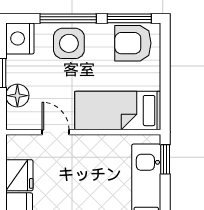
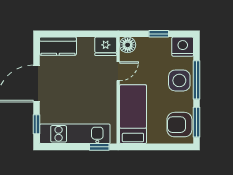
armchair: (133, 43) -> (179, 125), turned -90
floor lamp: (17, 96) -> (128, 45), moved
fridge: (19, 175) -> (106, 46), moved

